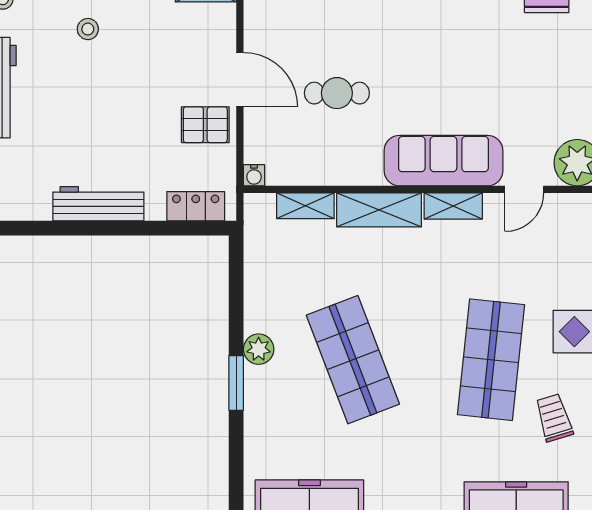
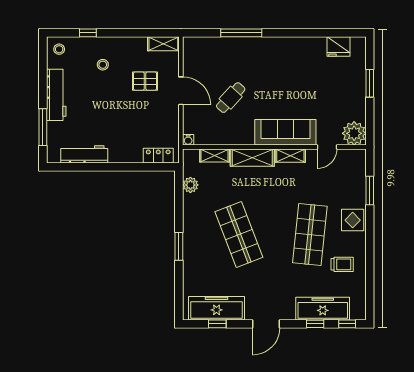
cafe table: (337, 93) -> (231, 98), turned -48
pallet: (205, 125) -> (145, 81), moved
workbench: (98, 204) -> (84, 154), moved
plant: (259, 349) -> (190, 185), moved
trolley: (554, 418) -> (342, 264), turned 107

